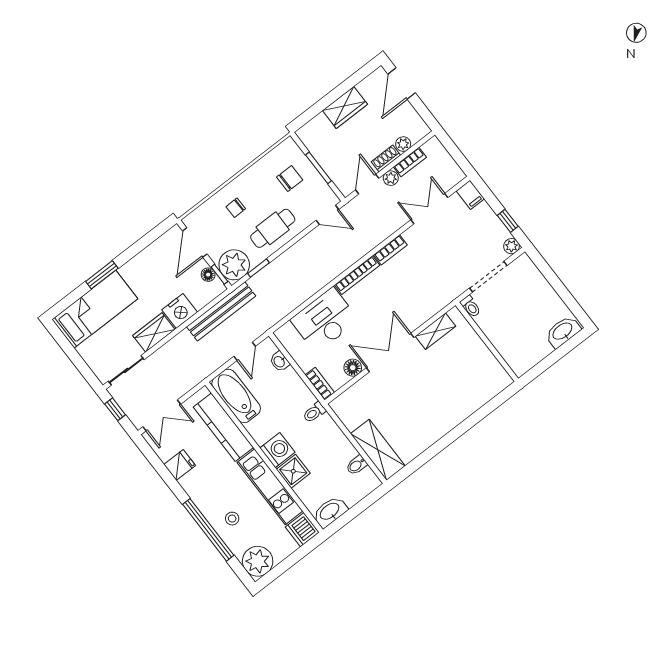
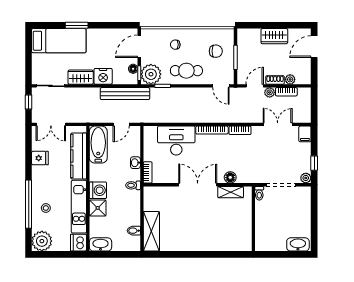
washbasin: (280, 362) -> (135, 163), moved
floor lamp: (353, 368) -> (230, 177), moved

